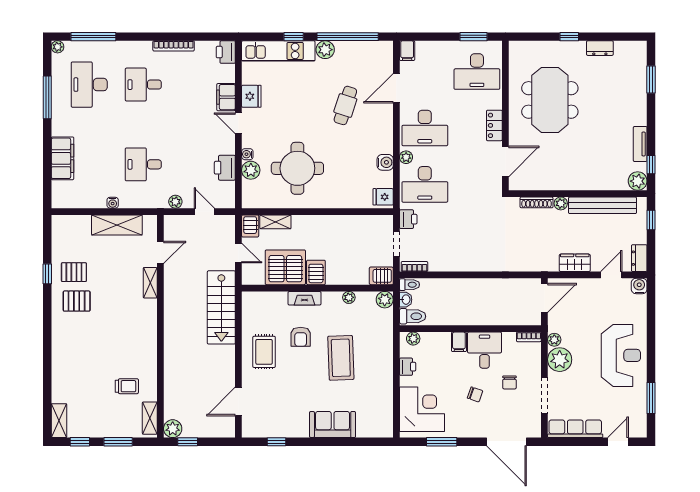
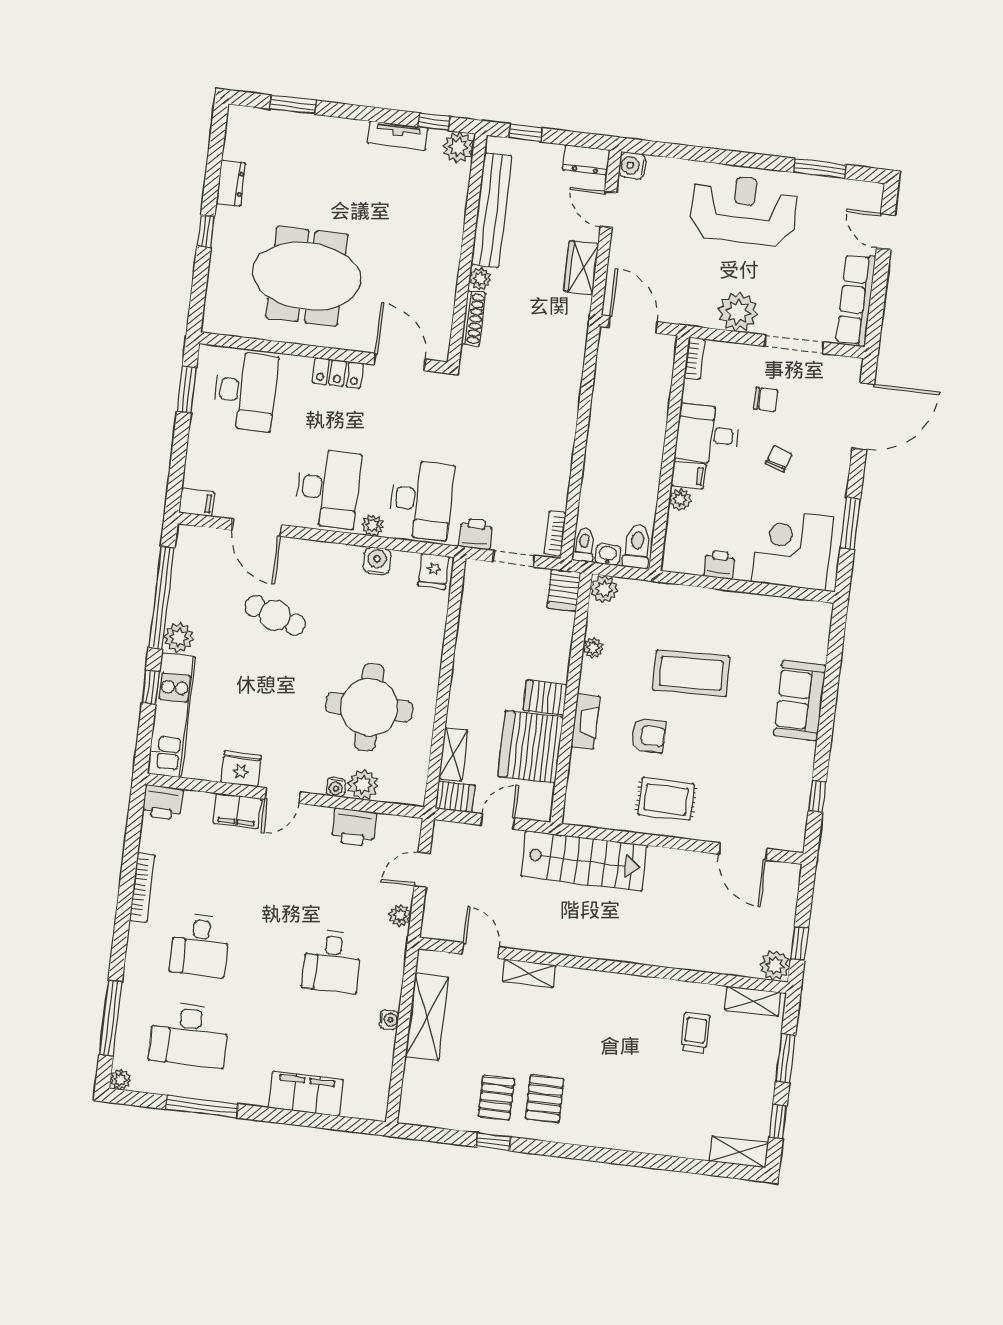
plant: (413, 339) -> (680, 499), moved
plant: (554, 340) -> (704, 317), removed

